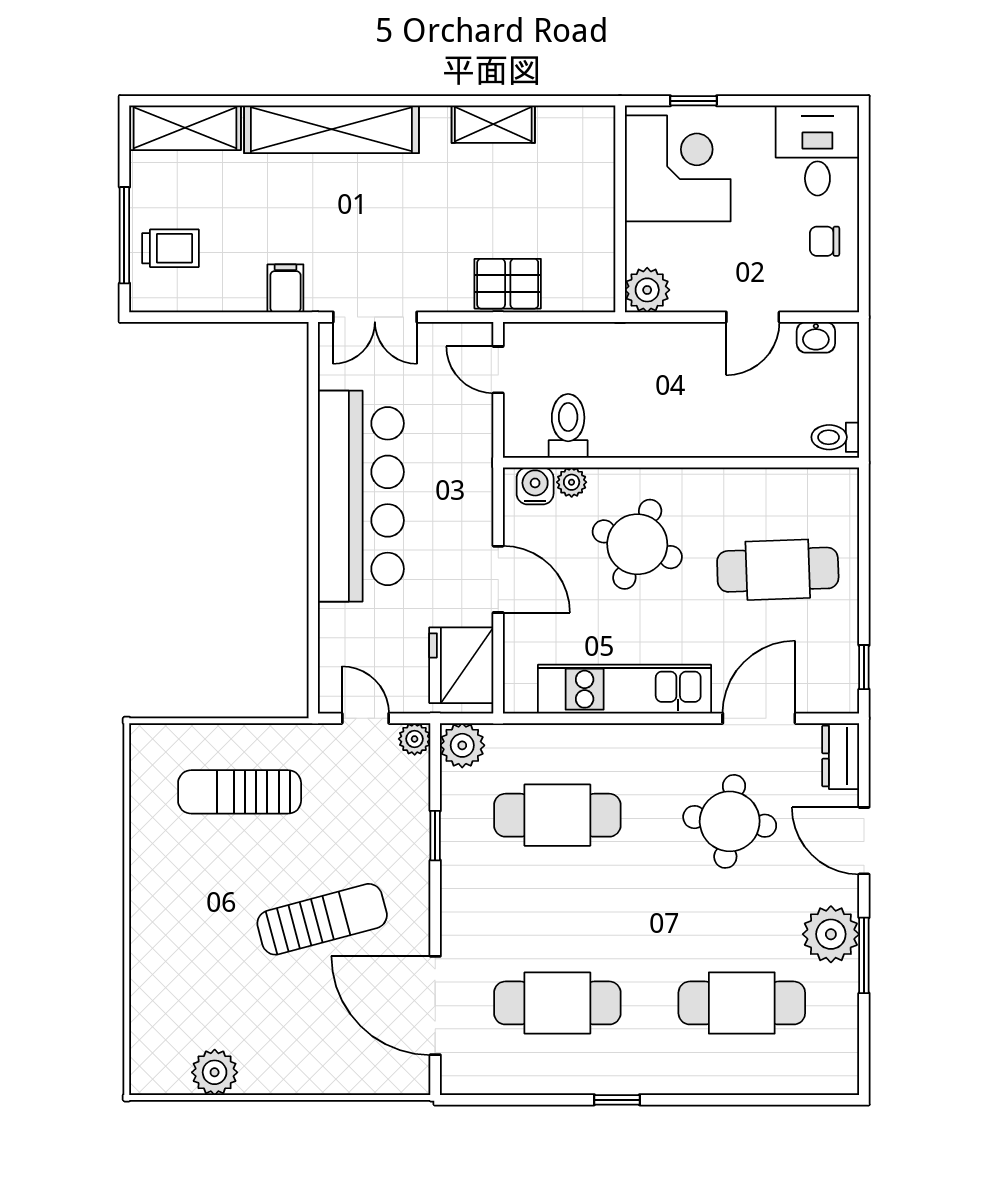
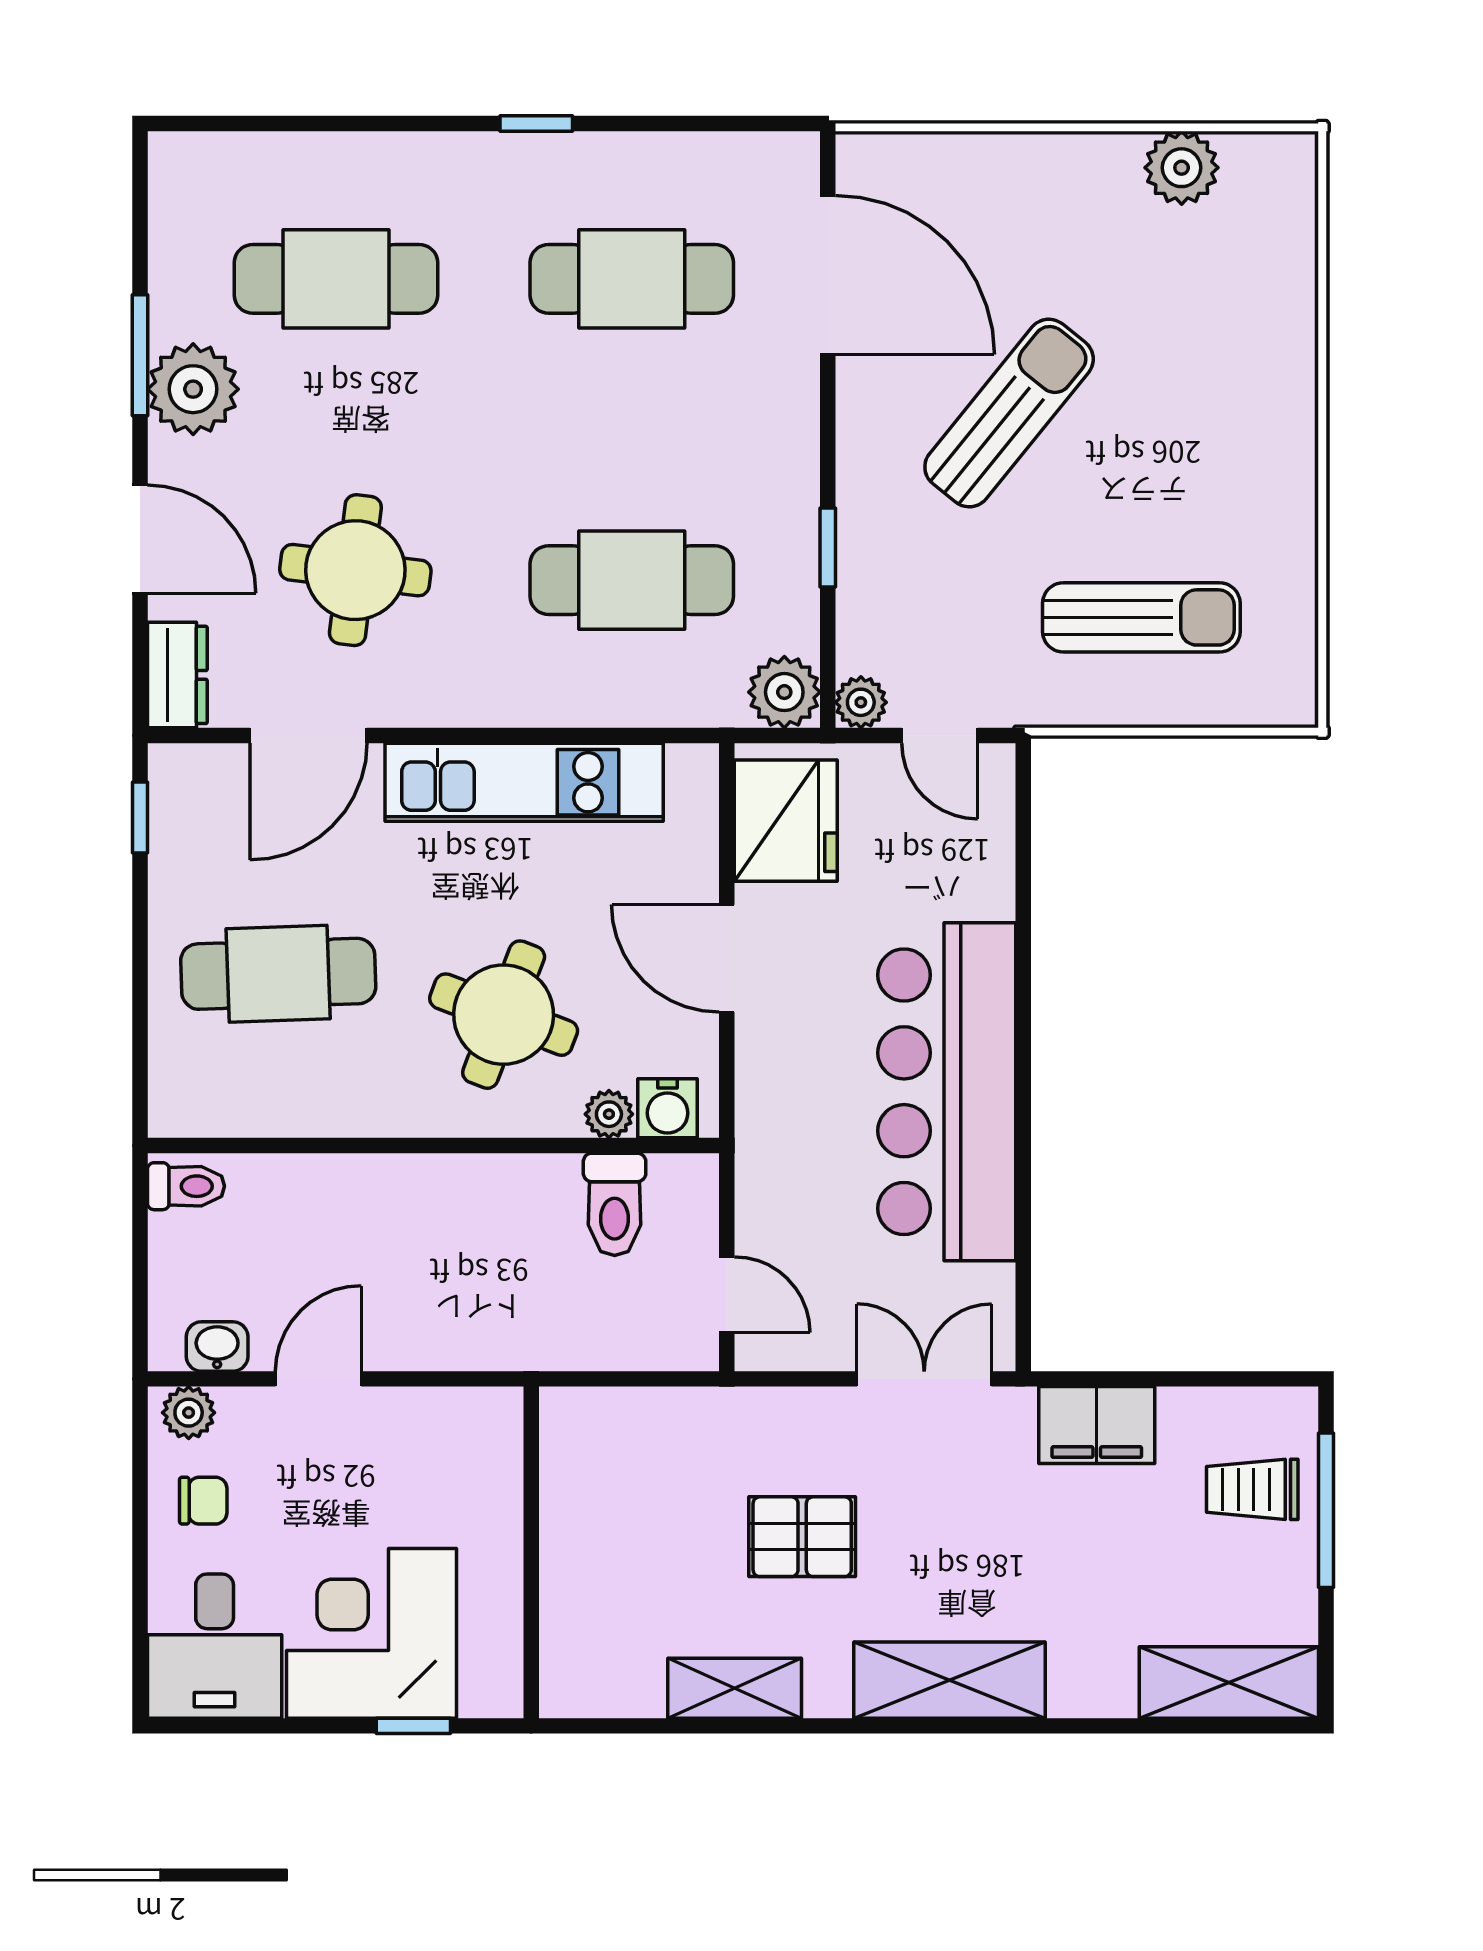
shelving: (331, 129) -> (949, 1680), width x0.68
corner desk: (678, 168) -> (372, 1633), moved, turned 90
pallet: (508, 284) -> (802, 1537), moved
filing cabinet: (285, 288) -> (1097, 1425), width x2.00
plant: (647, 290) -> (189, 1413), moved, width x0.73, depth x0.73
sun lounger: (322, 919) -> (1009, 413), turned 144

